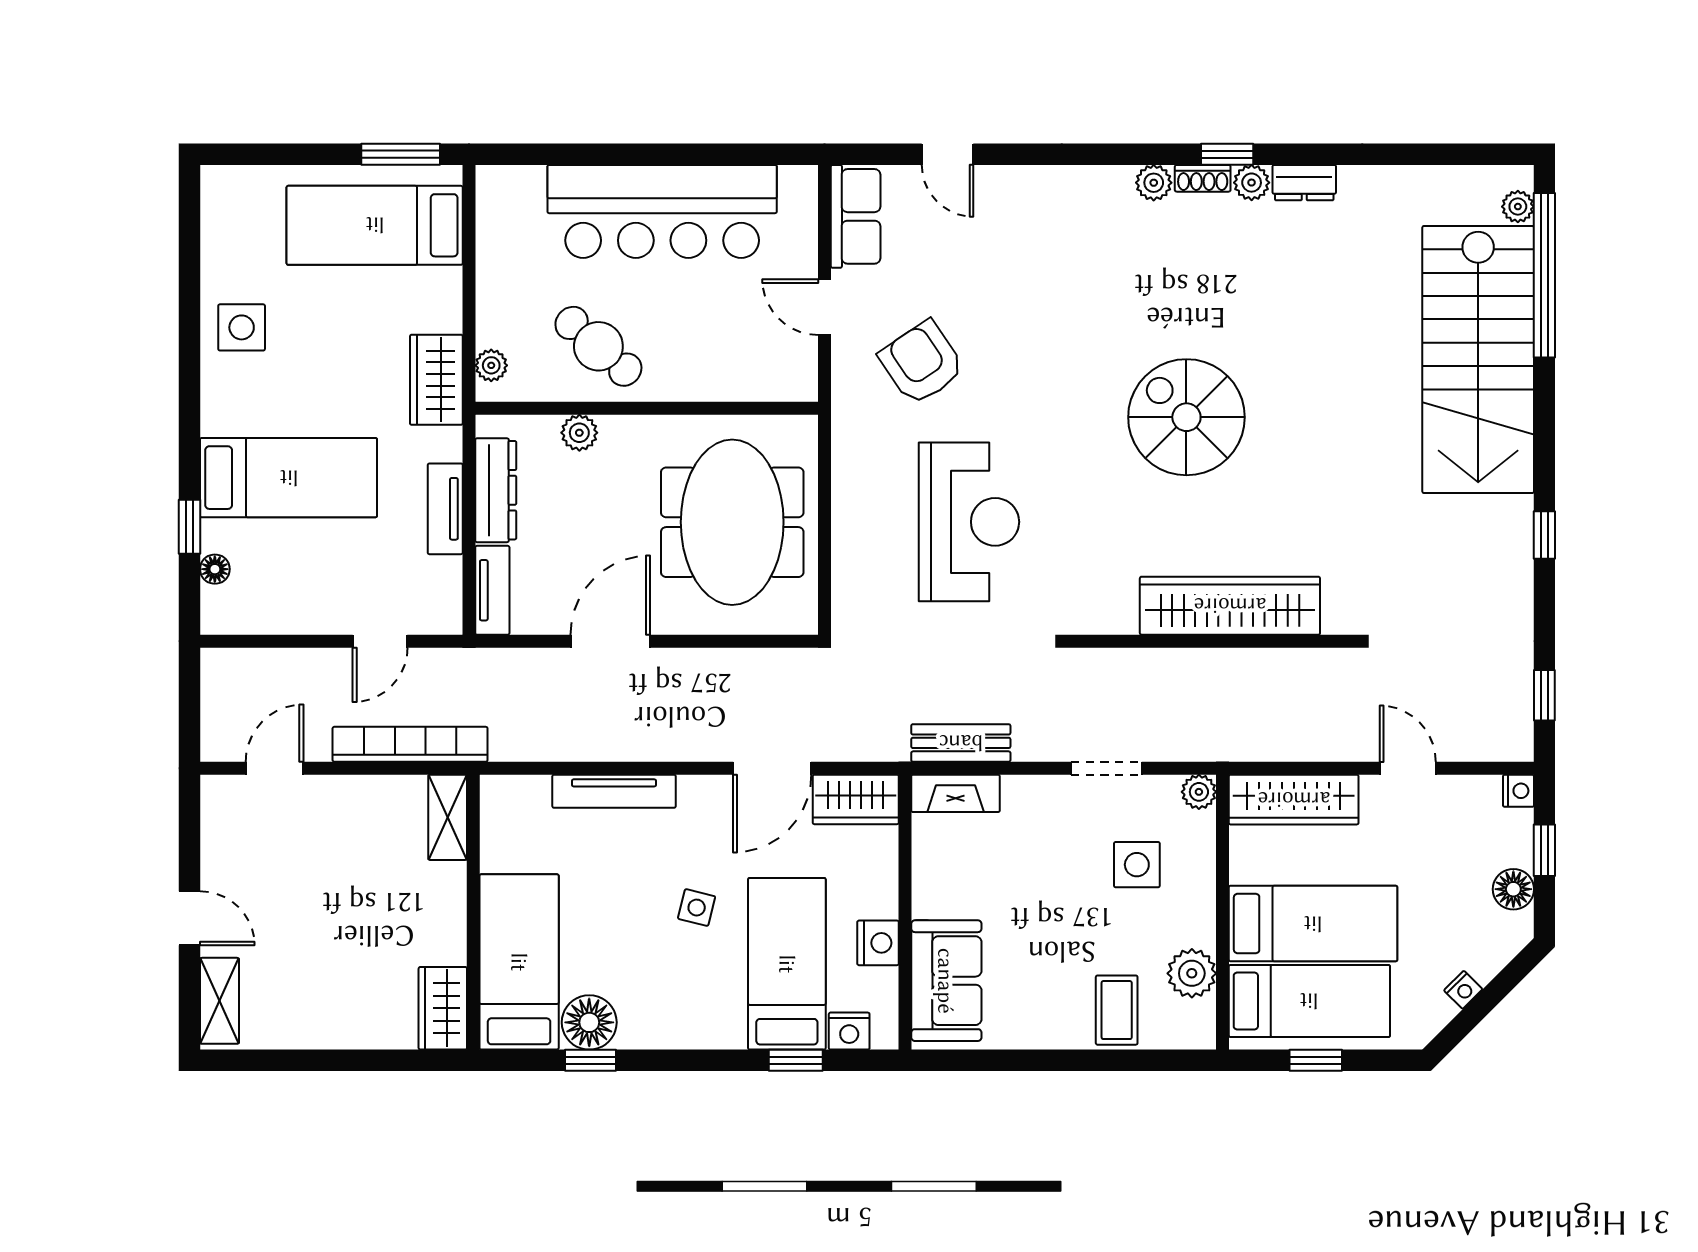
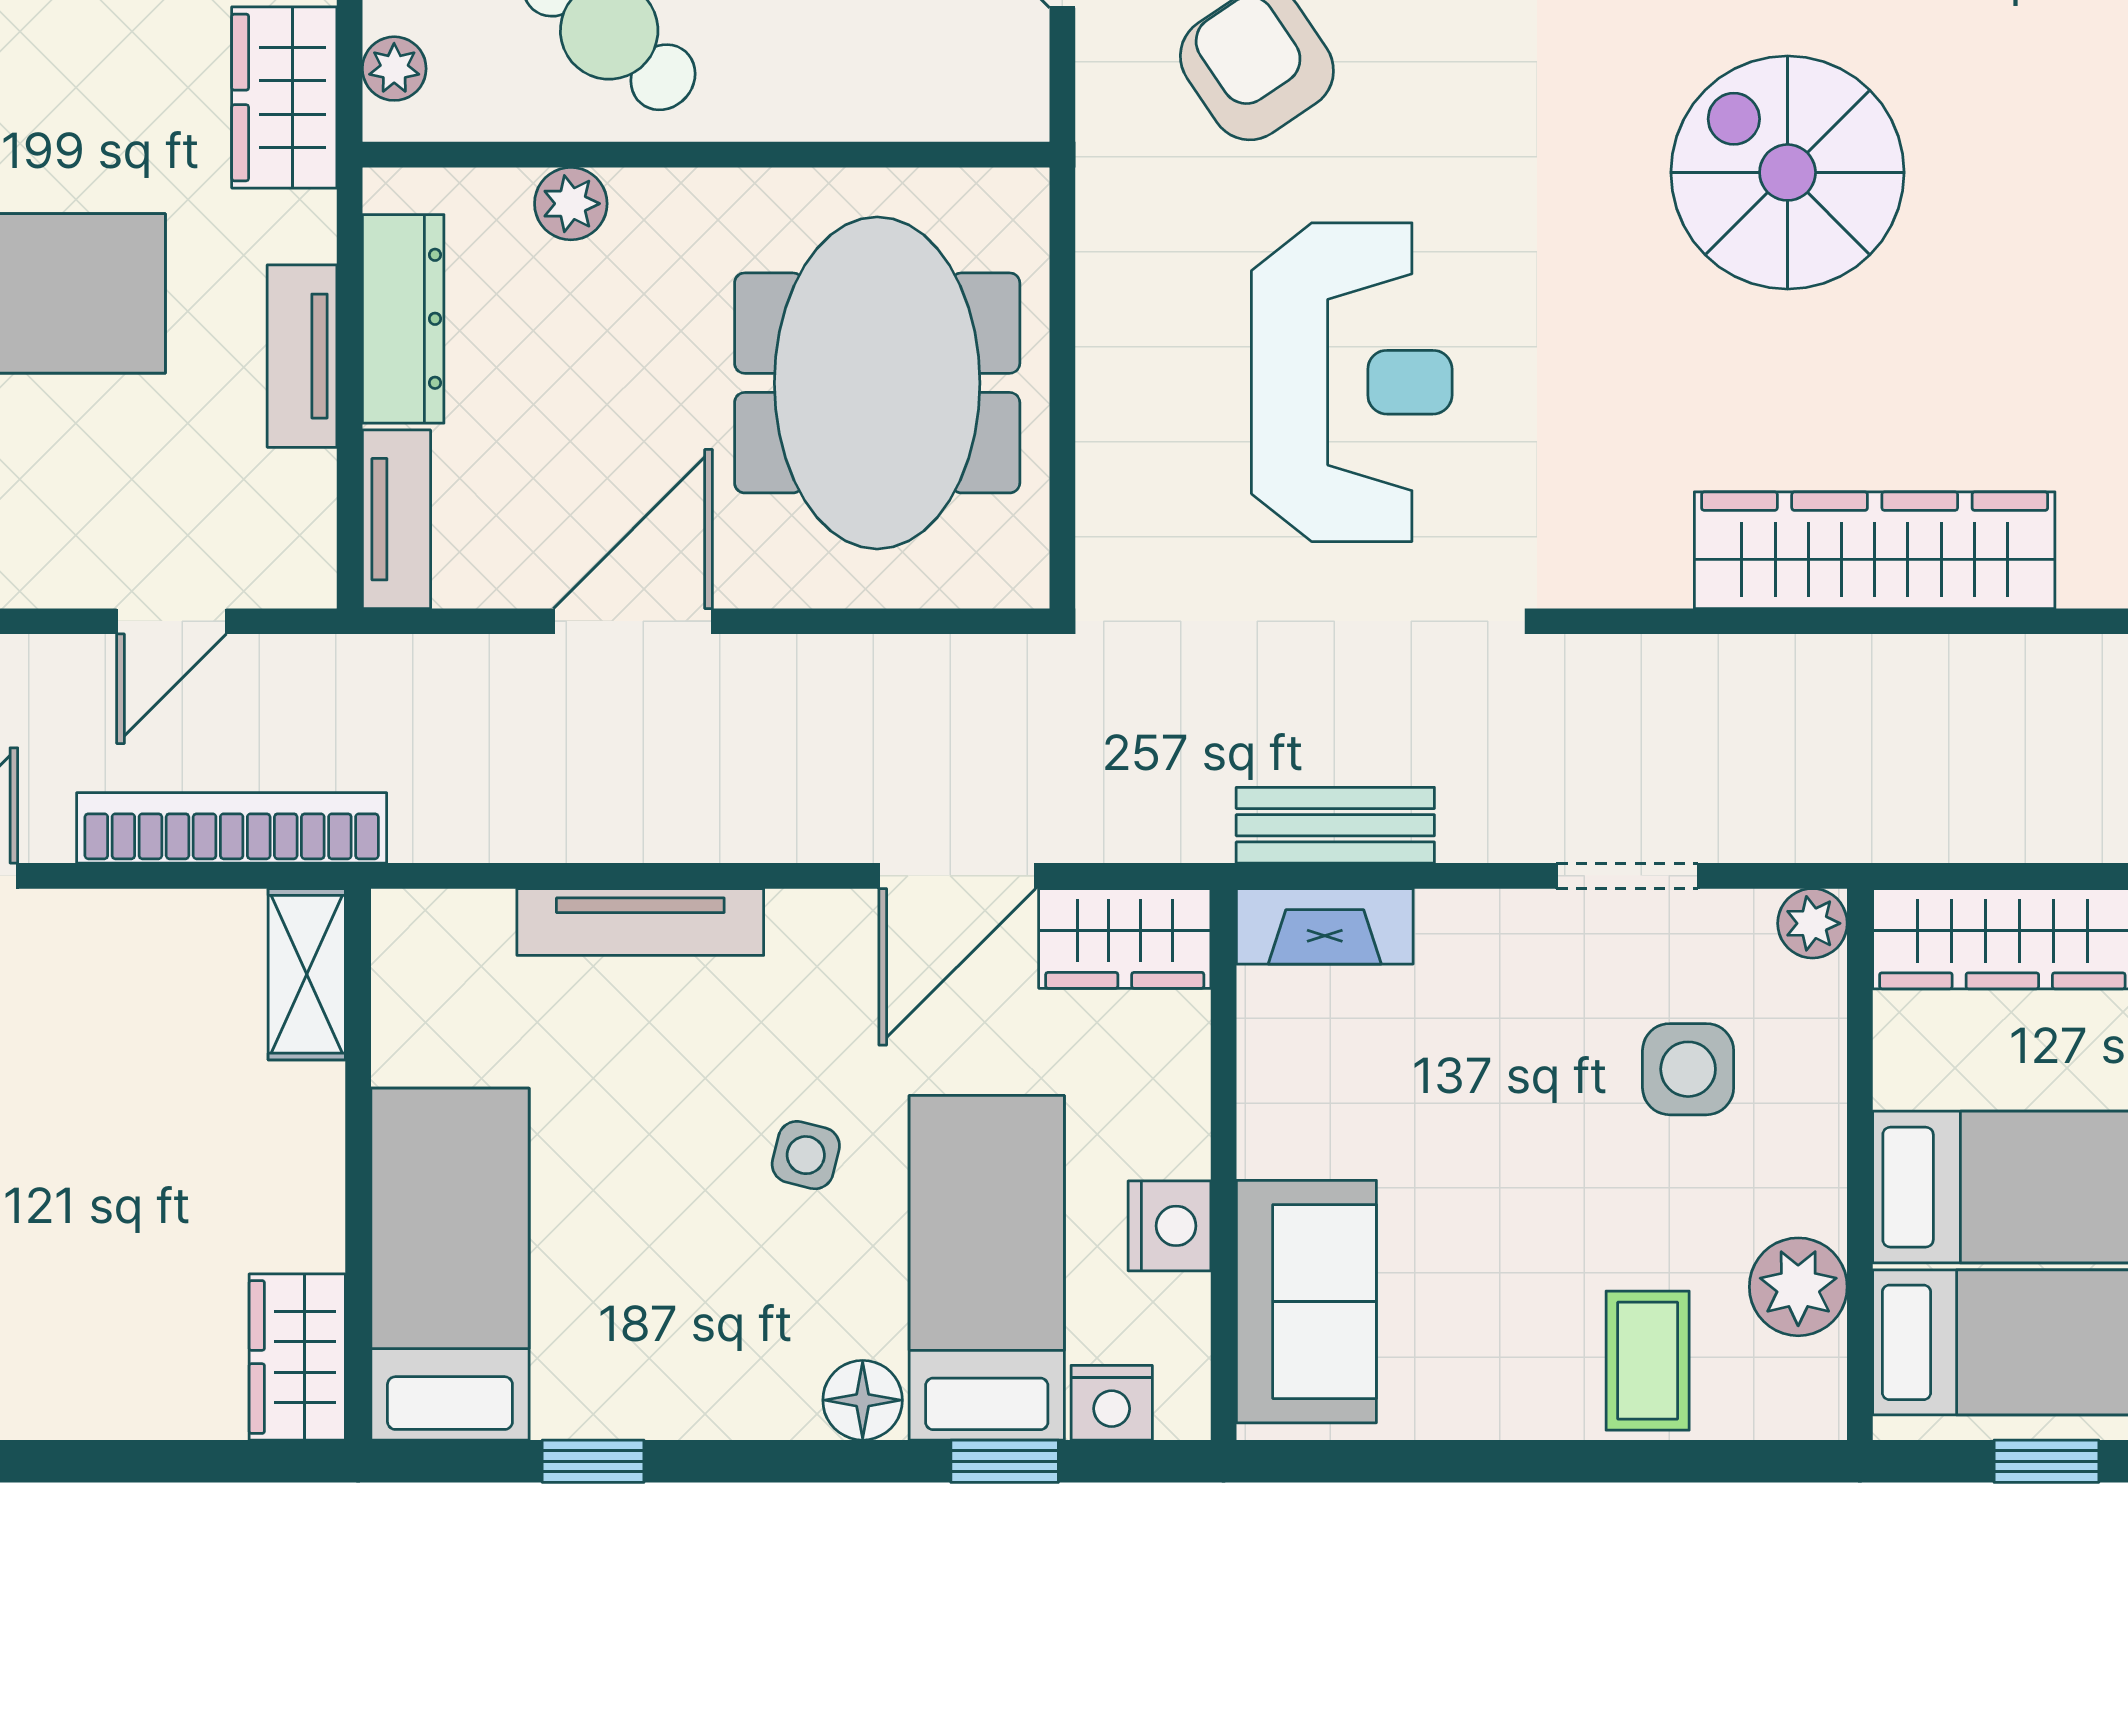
floor lamp: (589, 1022) -> (863, 1400), moved, width x0.73, depth x0.73

